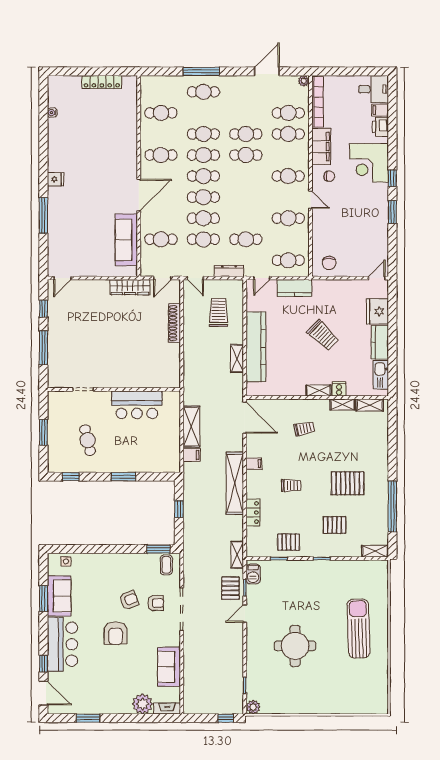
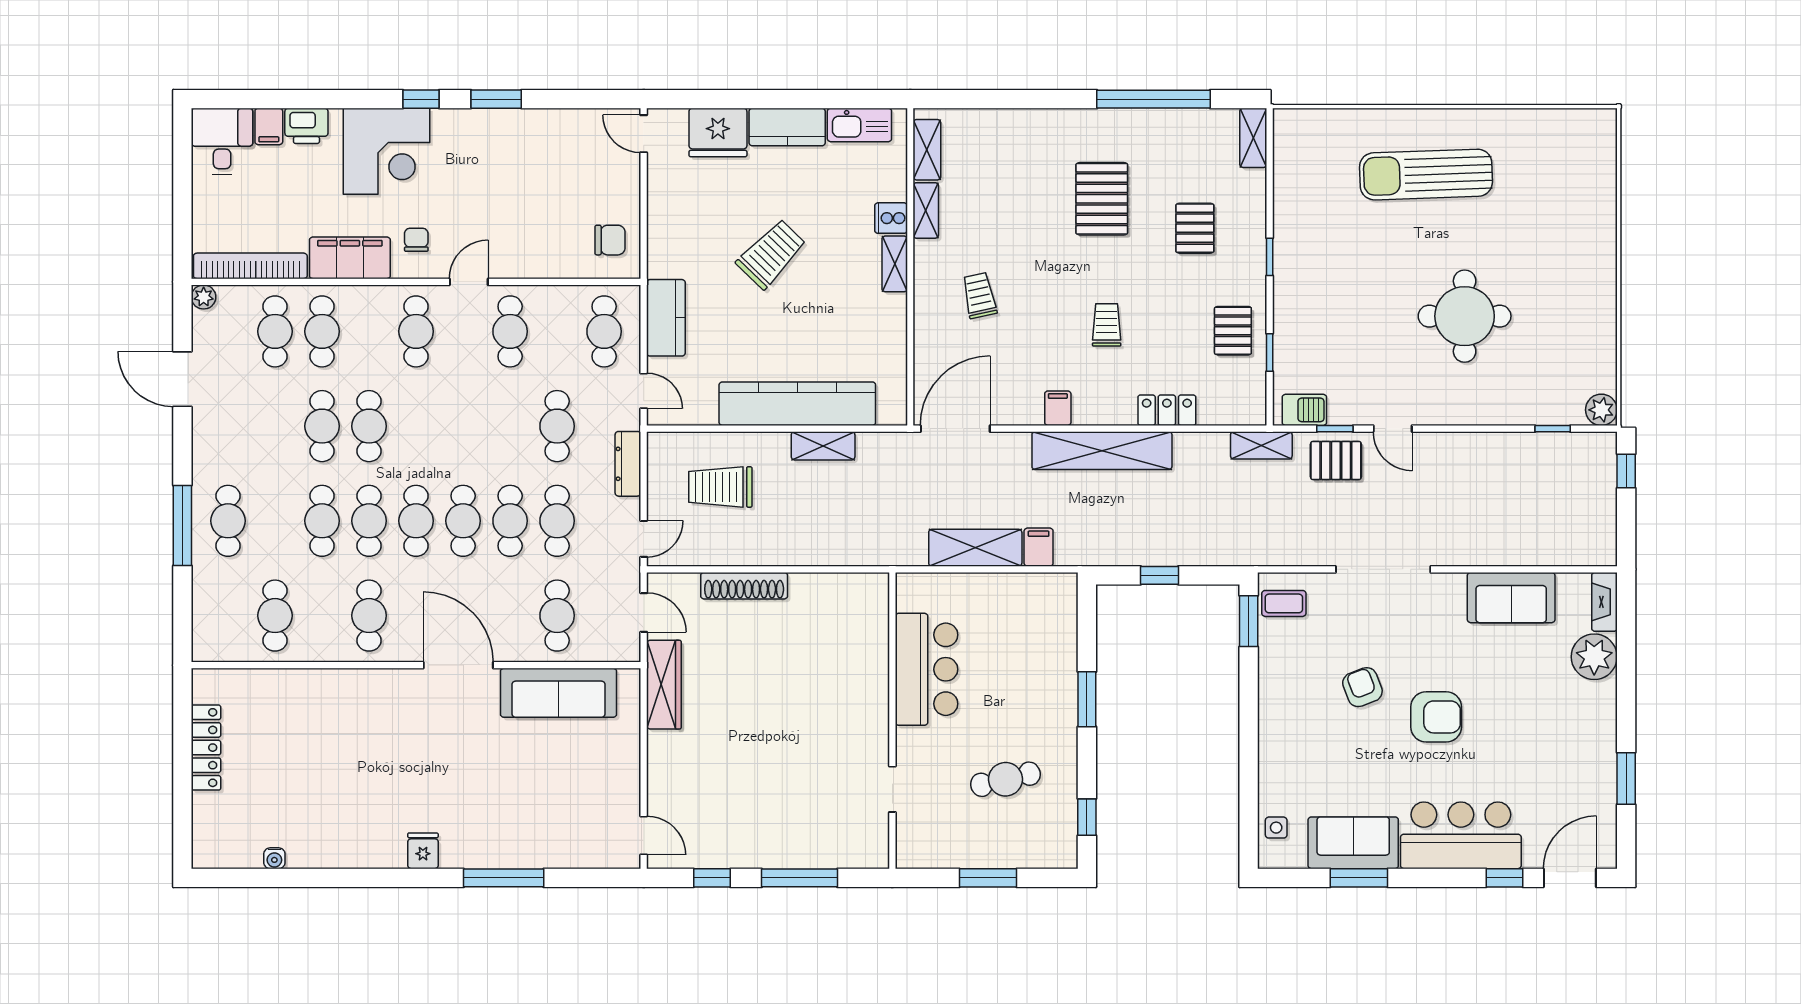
armchair: (156, 603) -> (1369, 627), removed

